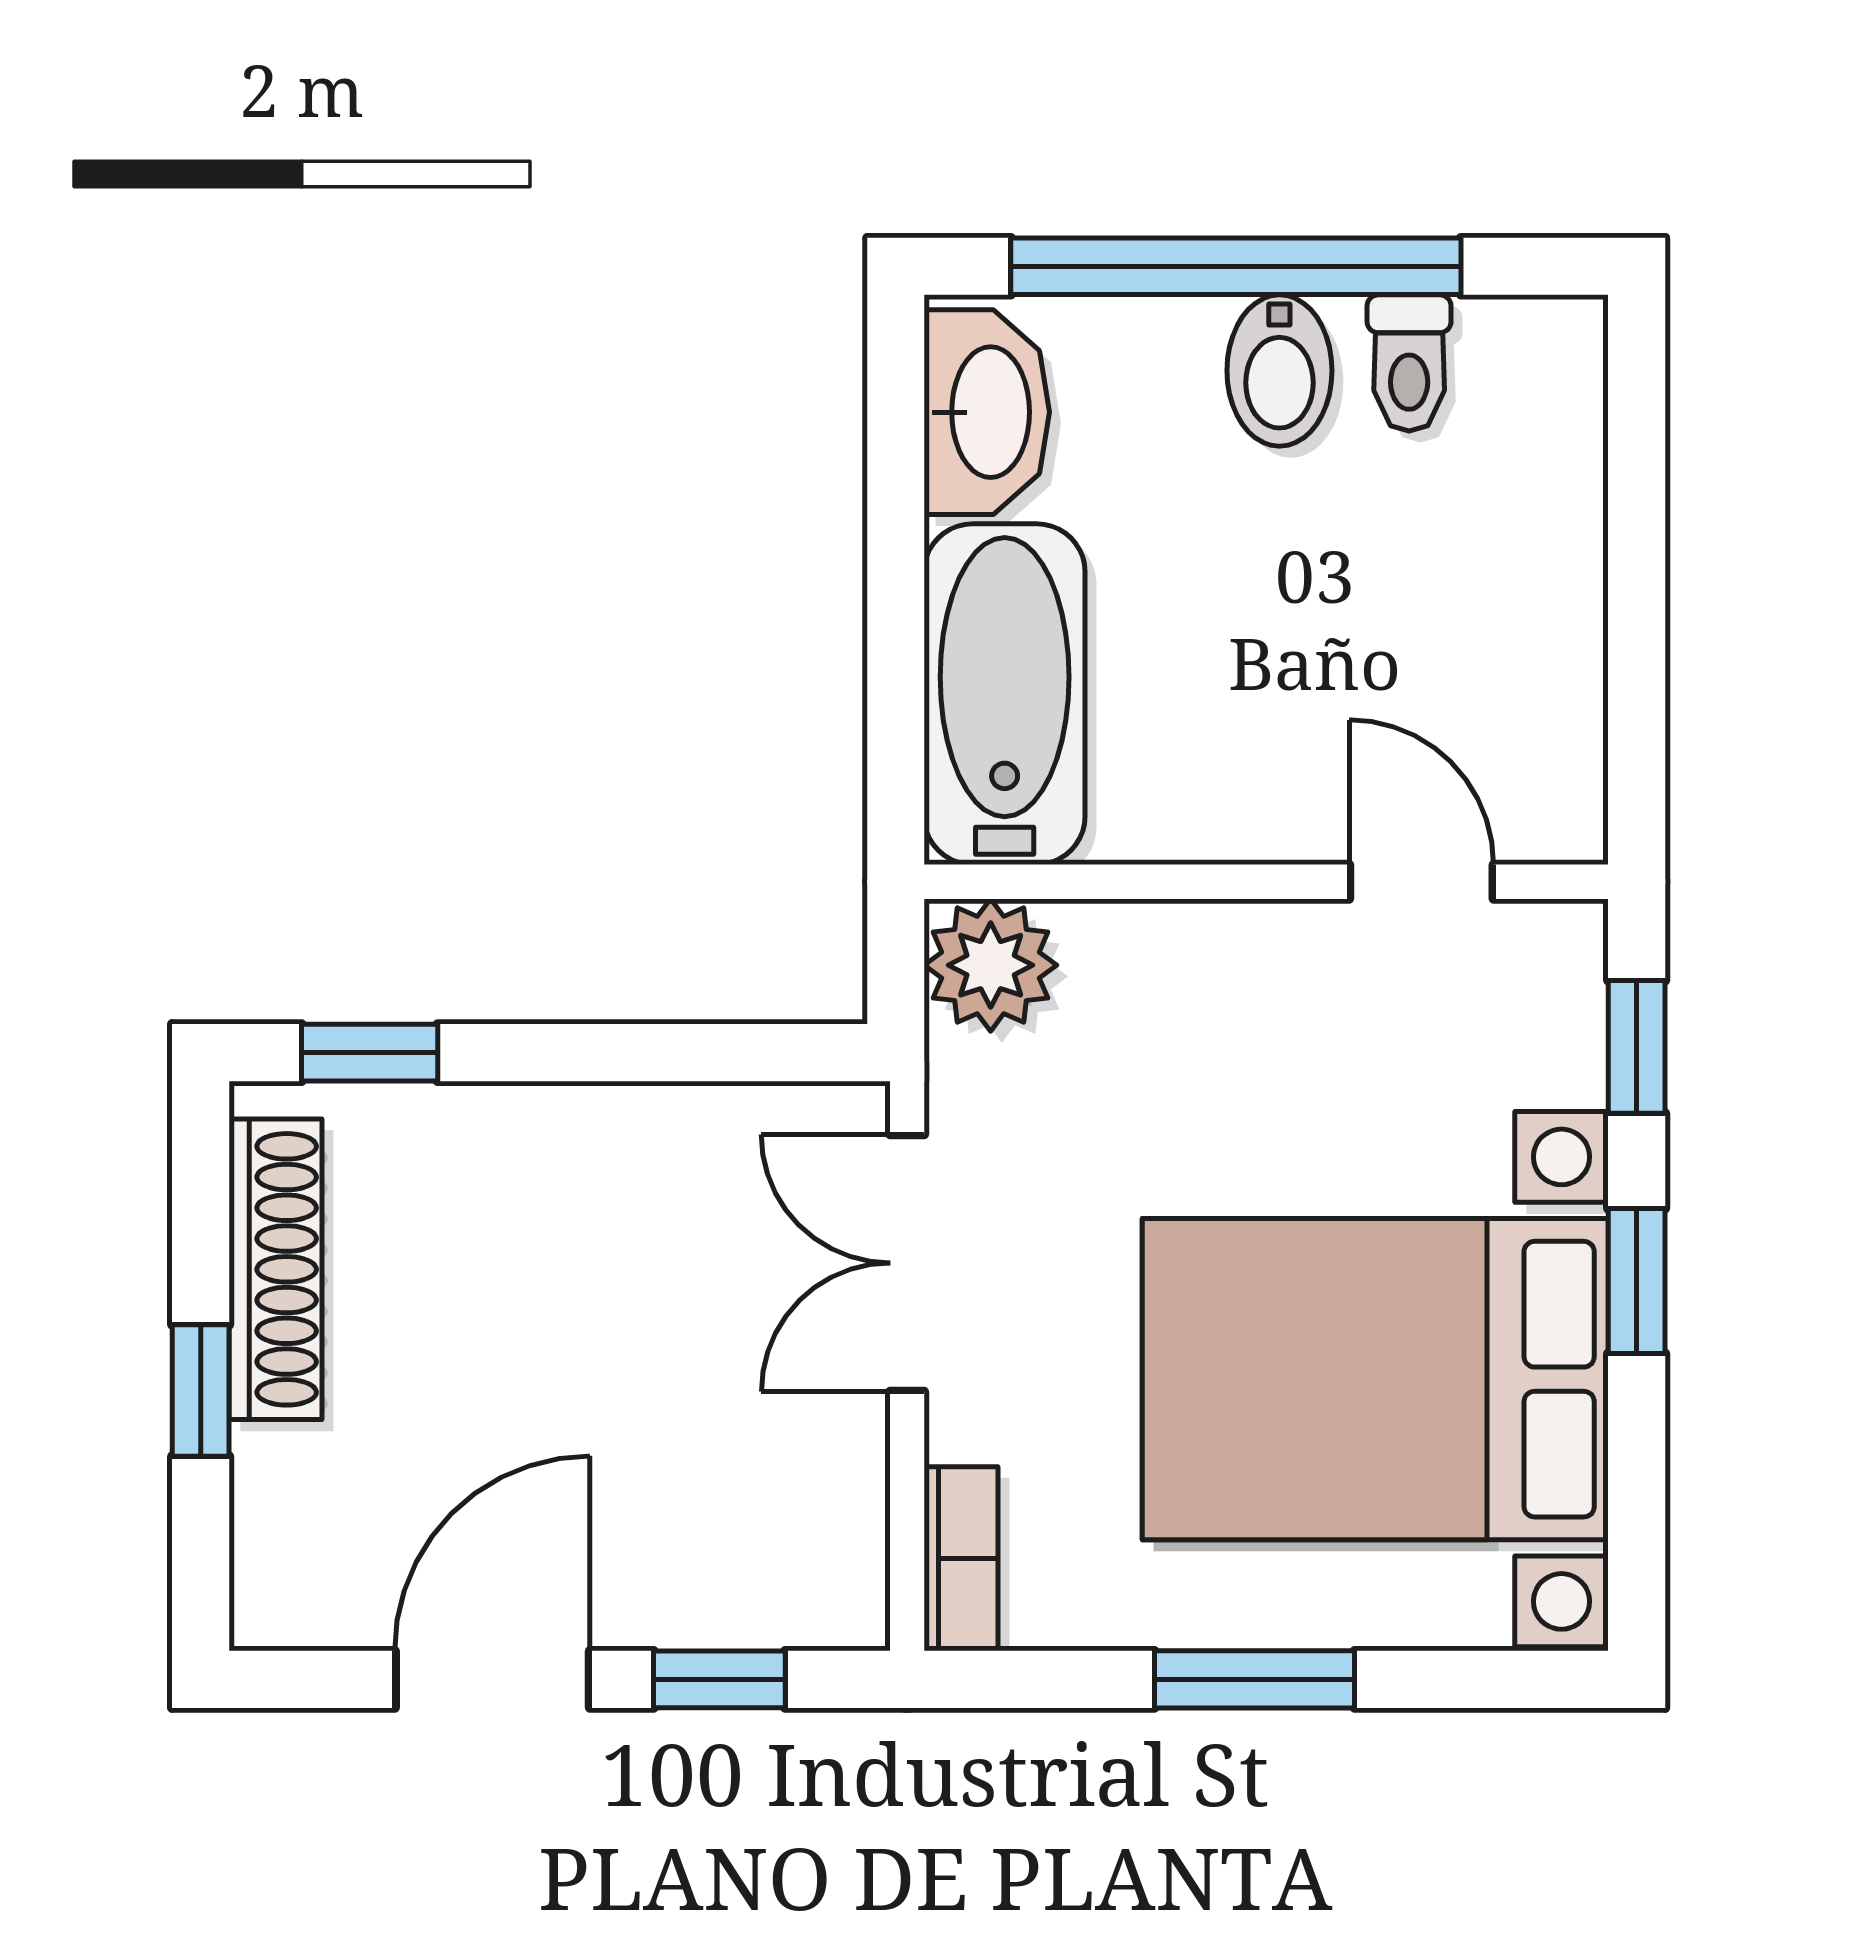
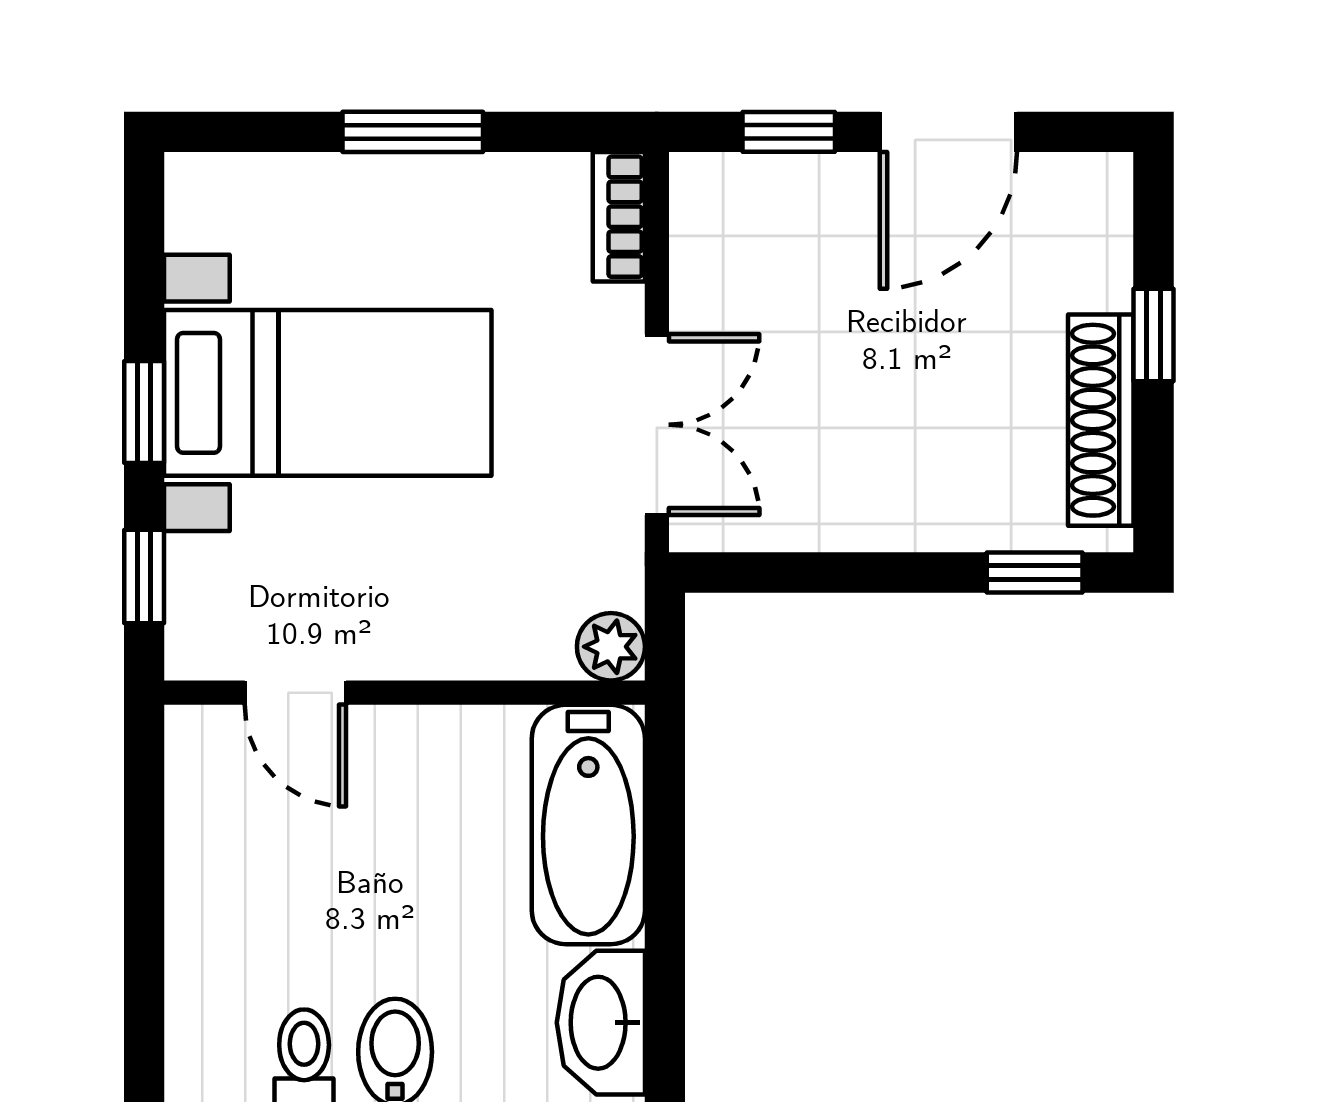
plant: (991, 965) -> (611, 647), width x0.73, depth x0.73
bed with nightstands: (1375, 1379) -> (328, 393), width x0.73

